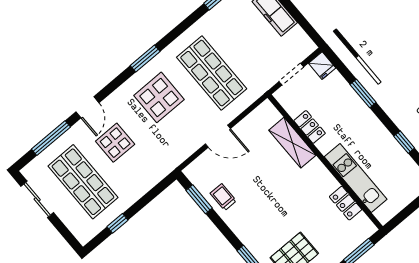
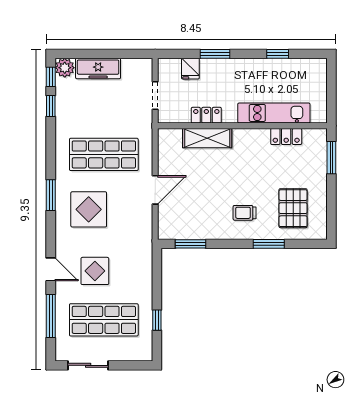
fridge: (322, 66) -> (190, 69), moved, turned 90
trolley: (223, 197) -> (245, 213), moved

